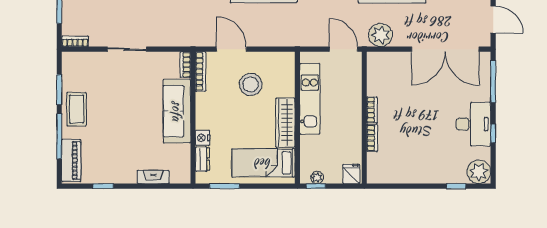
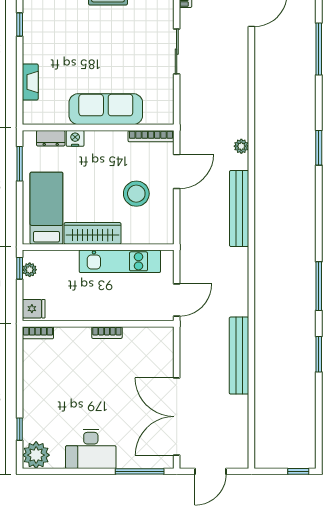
plant: (380, 35) -> (193, 342), removed
bookcase: (185, 65) -> (159, 119), removed
window: (493, 134) -> (80, 471), removed
bookcase: (372, 138) -> (38, 333), moved

